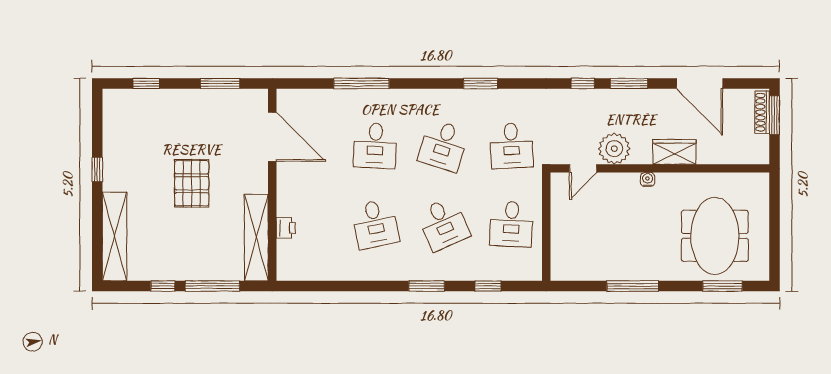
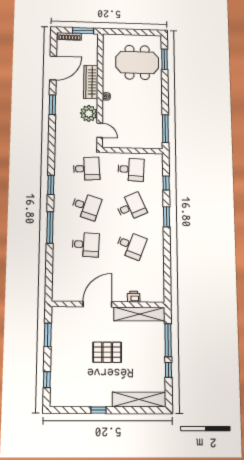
window: (361, 83) -> (50, 227), moved
window: (583, 83) -> (52, 129), removed
window: (774, 115) -> (83, 31), moved
door: (272, 137) -> (97, 304), moved
wardrobe: (674, 152) -> (91, 82), width x1.50
desk: (375, 224) -> (131, 245), turned 33
window: (633, 286) -> (165, 129), moved

